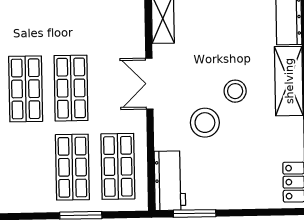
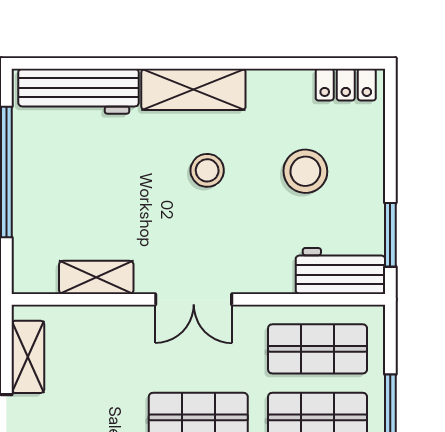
stool: (205, 123) -> (305, 171), moved

